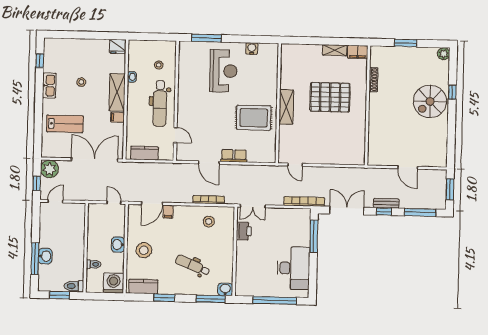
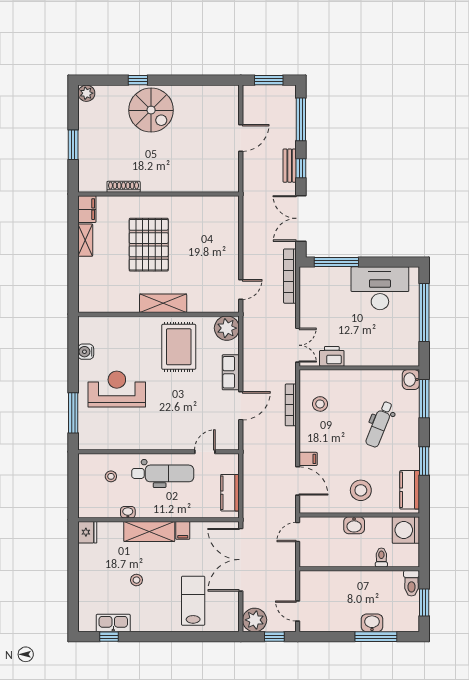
kitchen sink: (49, 86) -> (113, 623), moved
plant: (267, 154) -> (227, 328), added

